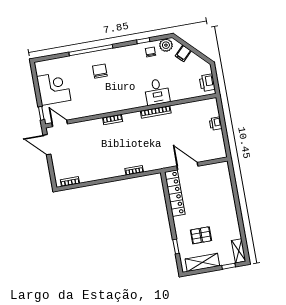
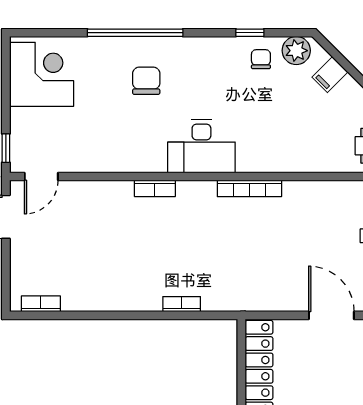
corner desk: (54, 88) -> (42, 74), moved
desk: (157, 92) -> (201, 146), moved, width x1.37
door: (60, 123) -> (41, 177), swing flipped
door: (187, 166) -> (331, 315), moved

